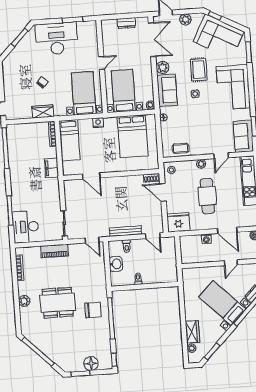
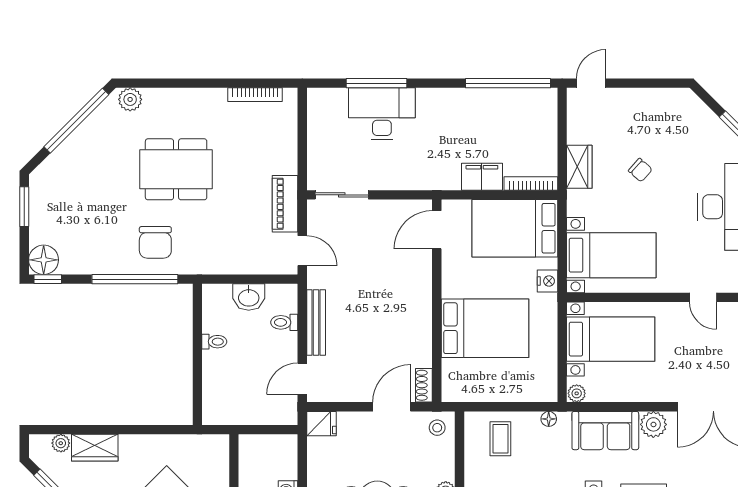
door: (102, 63) -> (703, 297), moved
bed: (133, 136) -> (485, 328), moved, turned 180
bed: (70, 140) -> (515, 228), width x1.50
coffee table: (181, 148) -> (500, 439), moved
filing cabinet: (52, 168) -> (482, 177), moved
door: (91, 176) -> (437, 230), moved
fridge: (178, 222) -> (321, 424), width x0.53, depth x0.75
desk: (26, 227) -> (382, 114), moved
door: (92, 240) -> (302, 251), swing flipped
piano: (54, 251) -> (285, 204), moved
plant: (24, 301) -> (130, 99), moved
dining table: (58, 303) -> (176, 169), turned 90
floor lamp: (91, 364) -> (44, 260), moved

